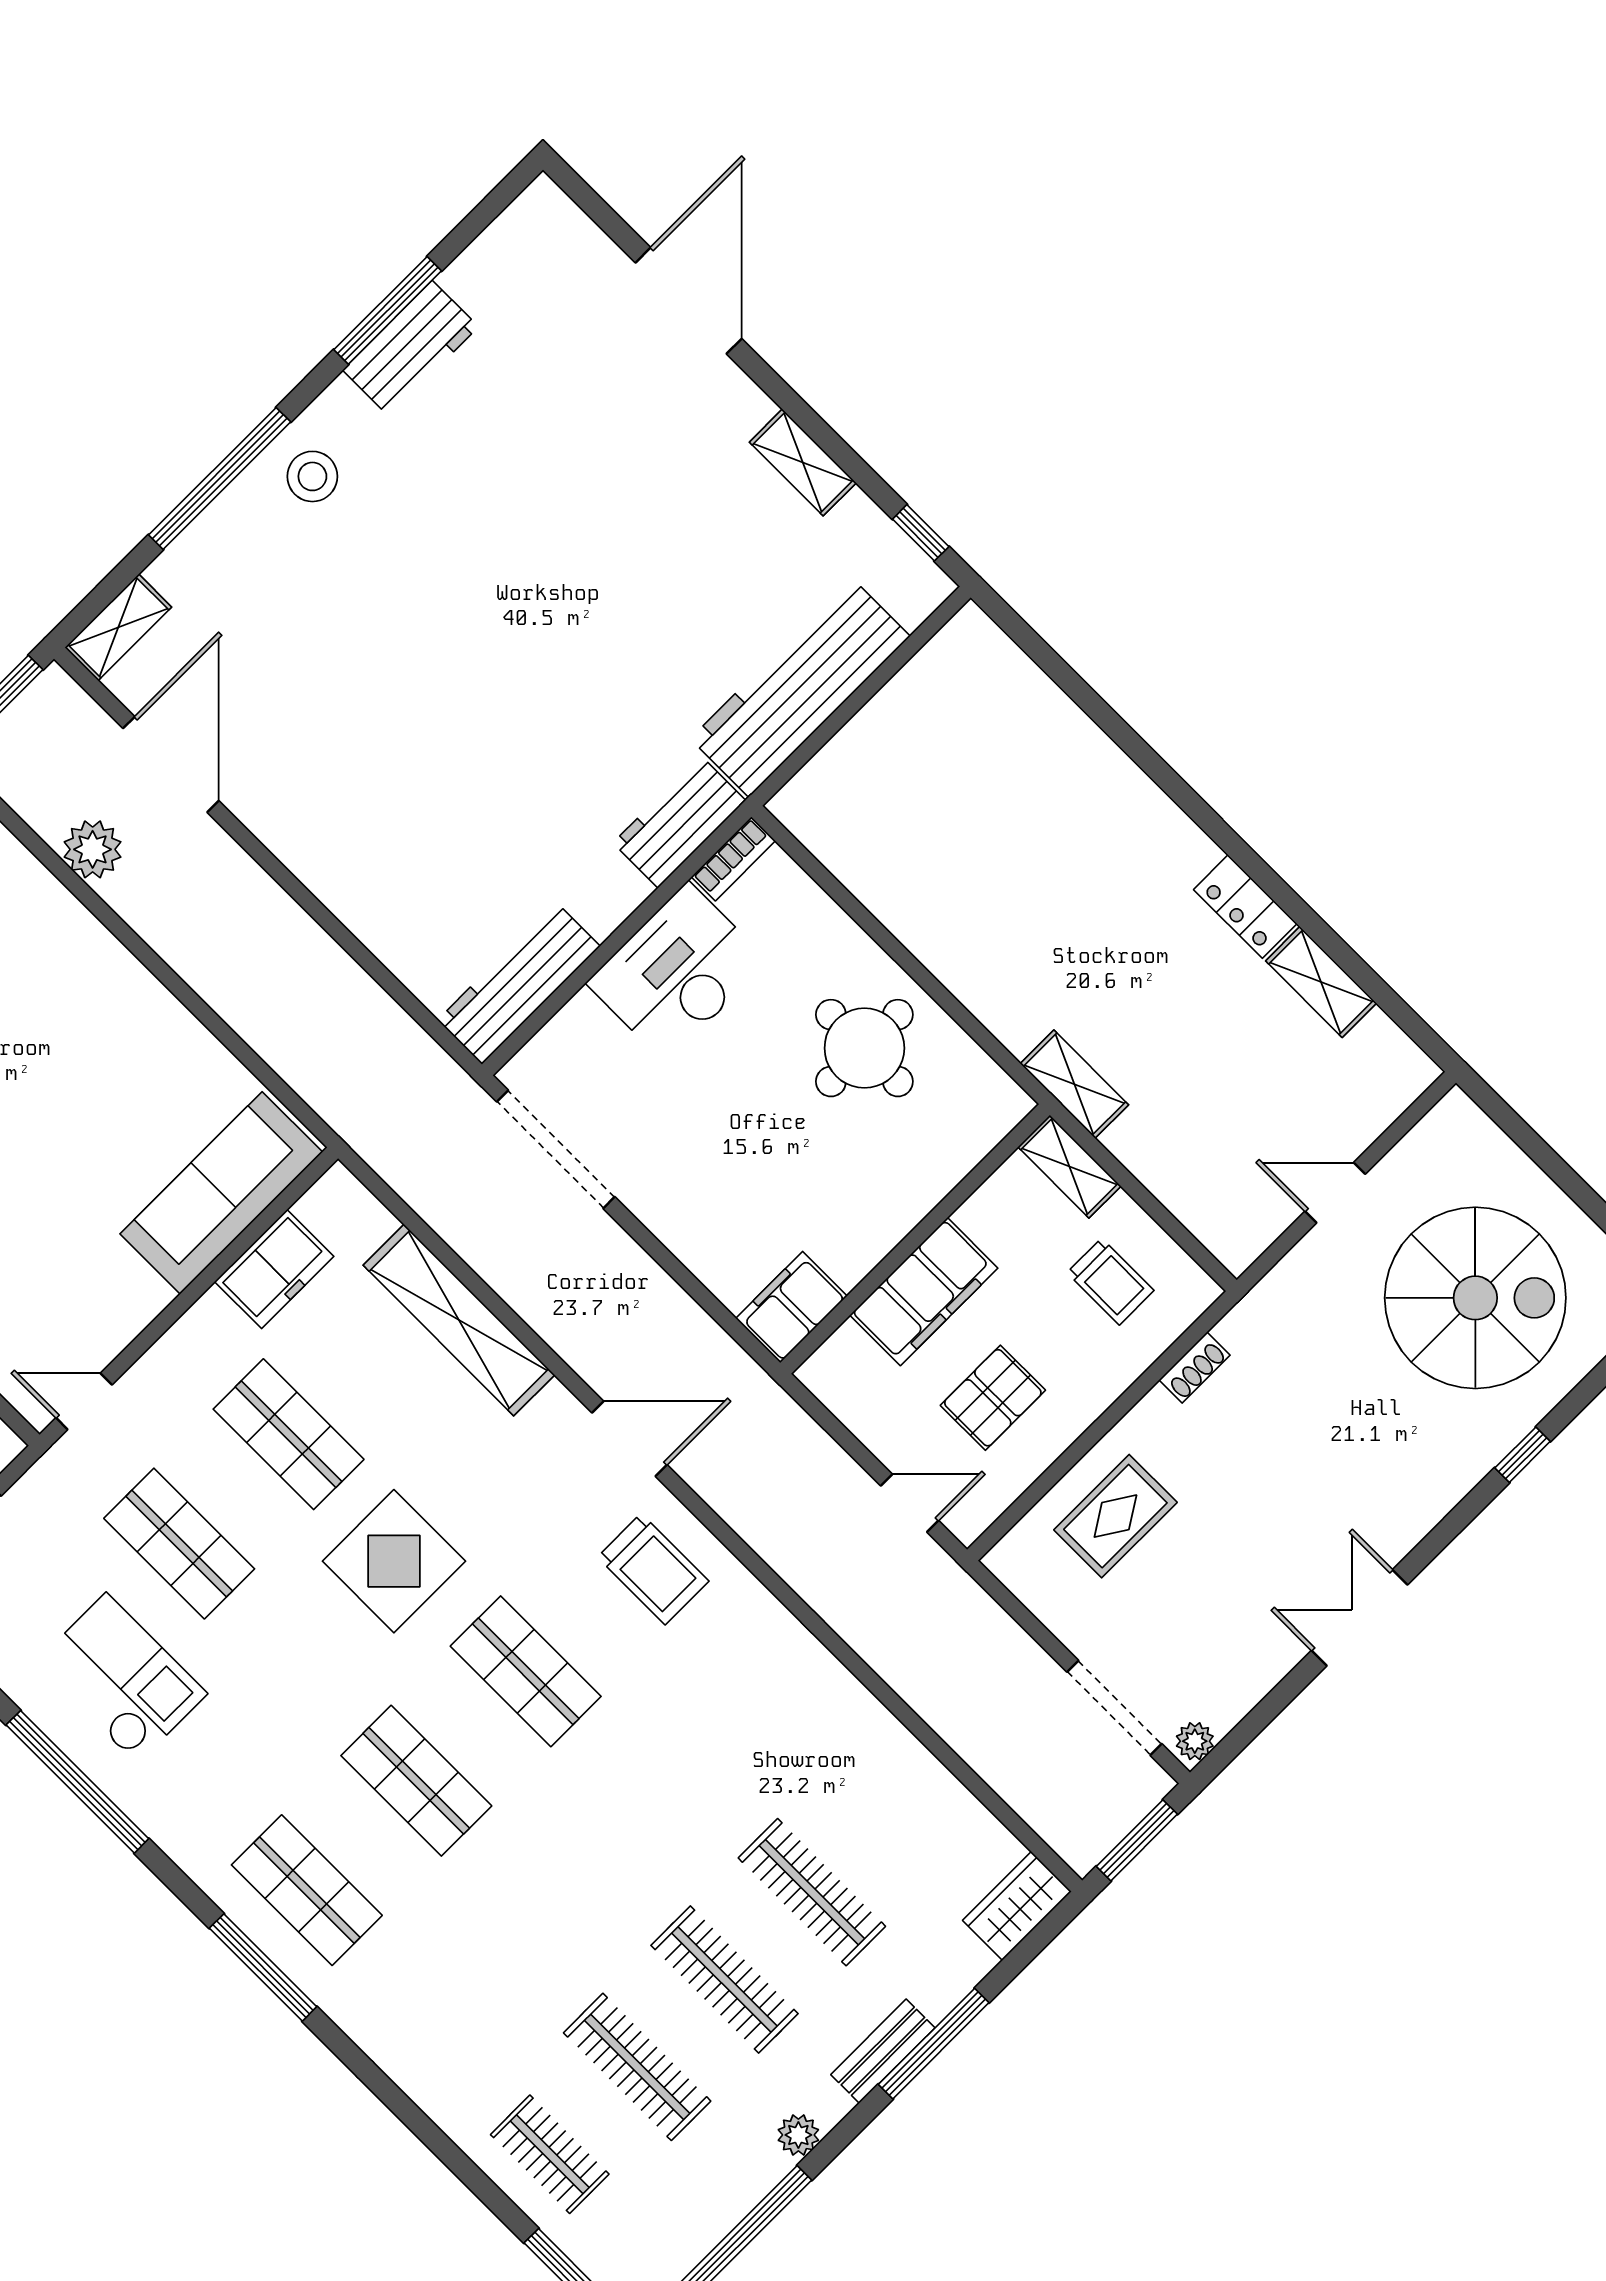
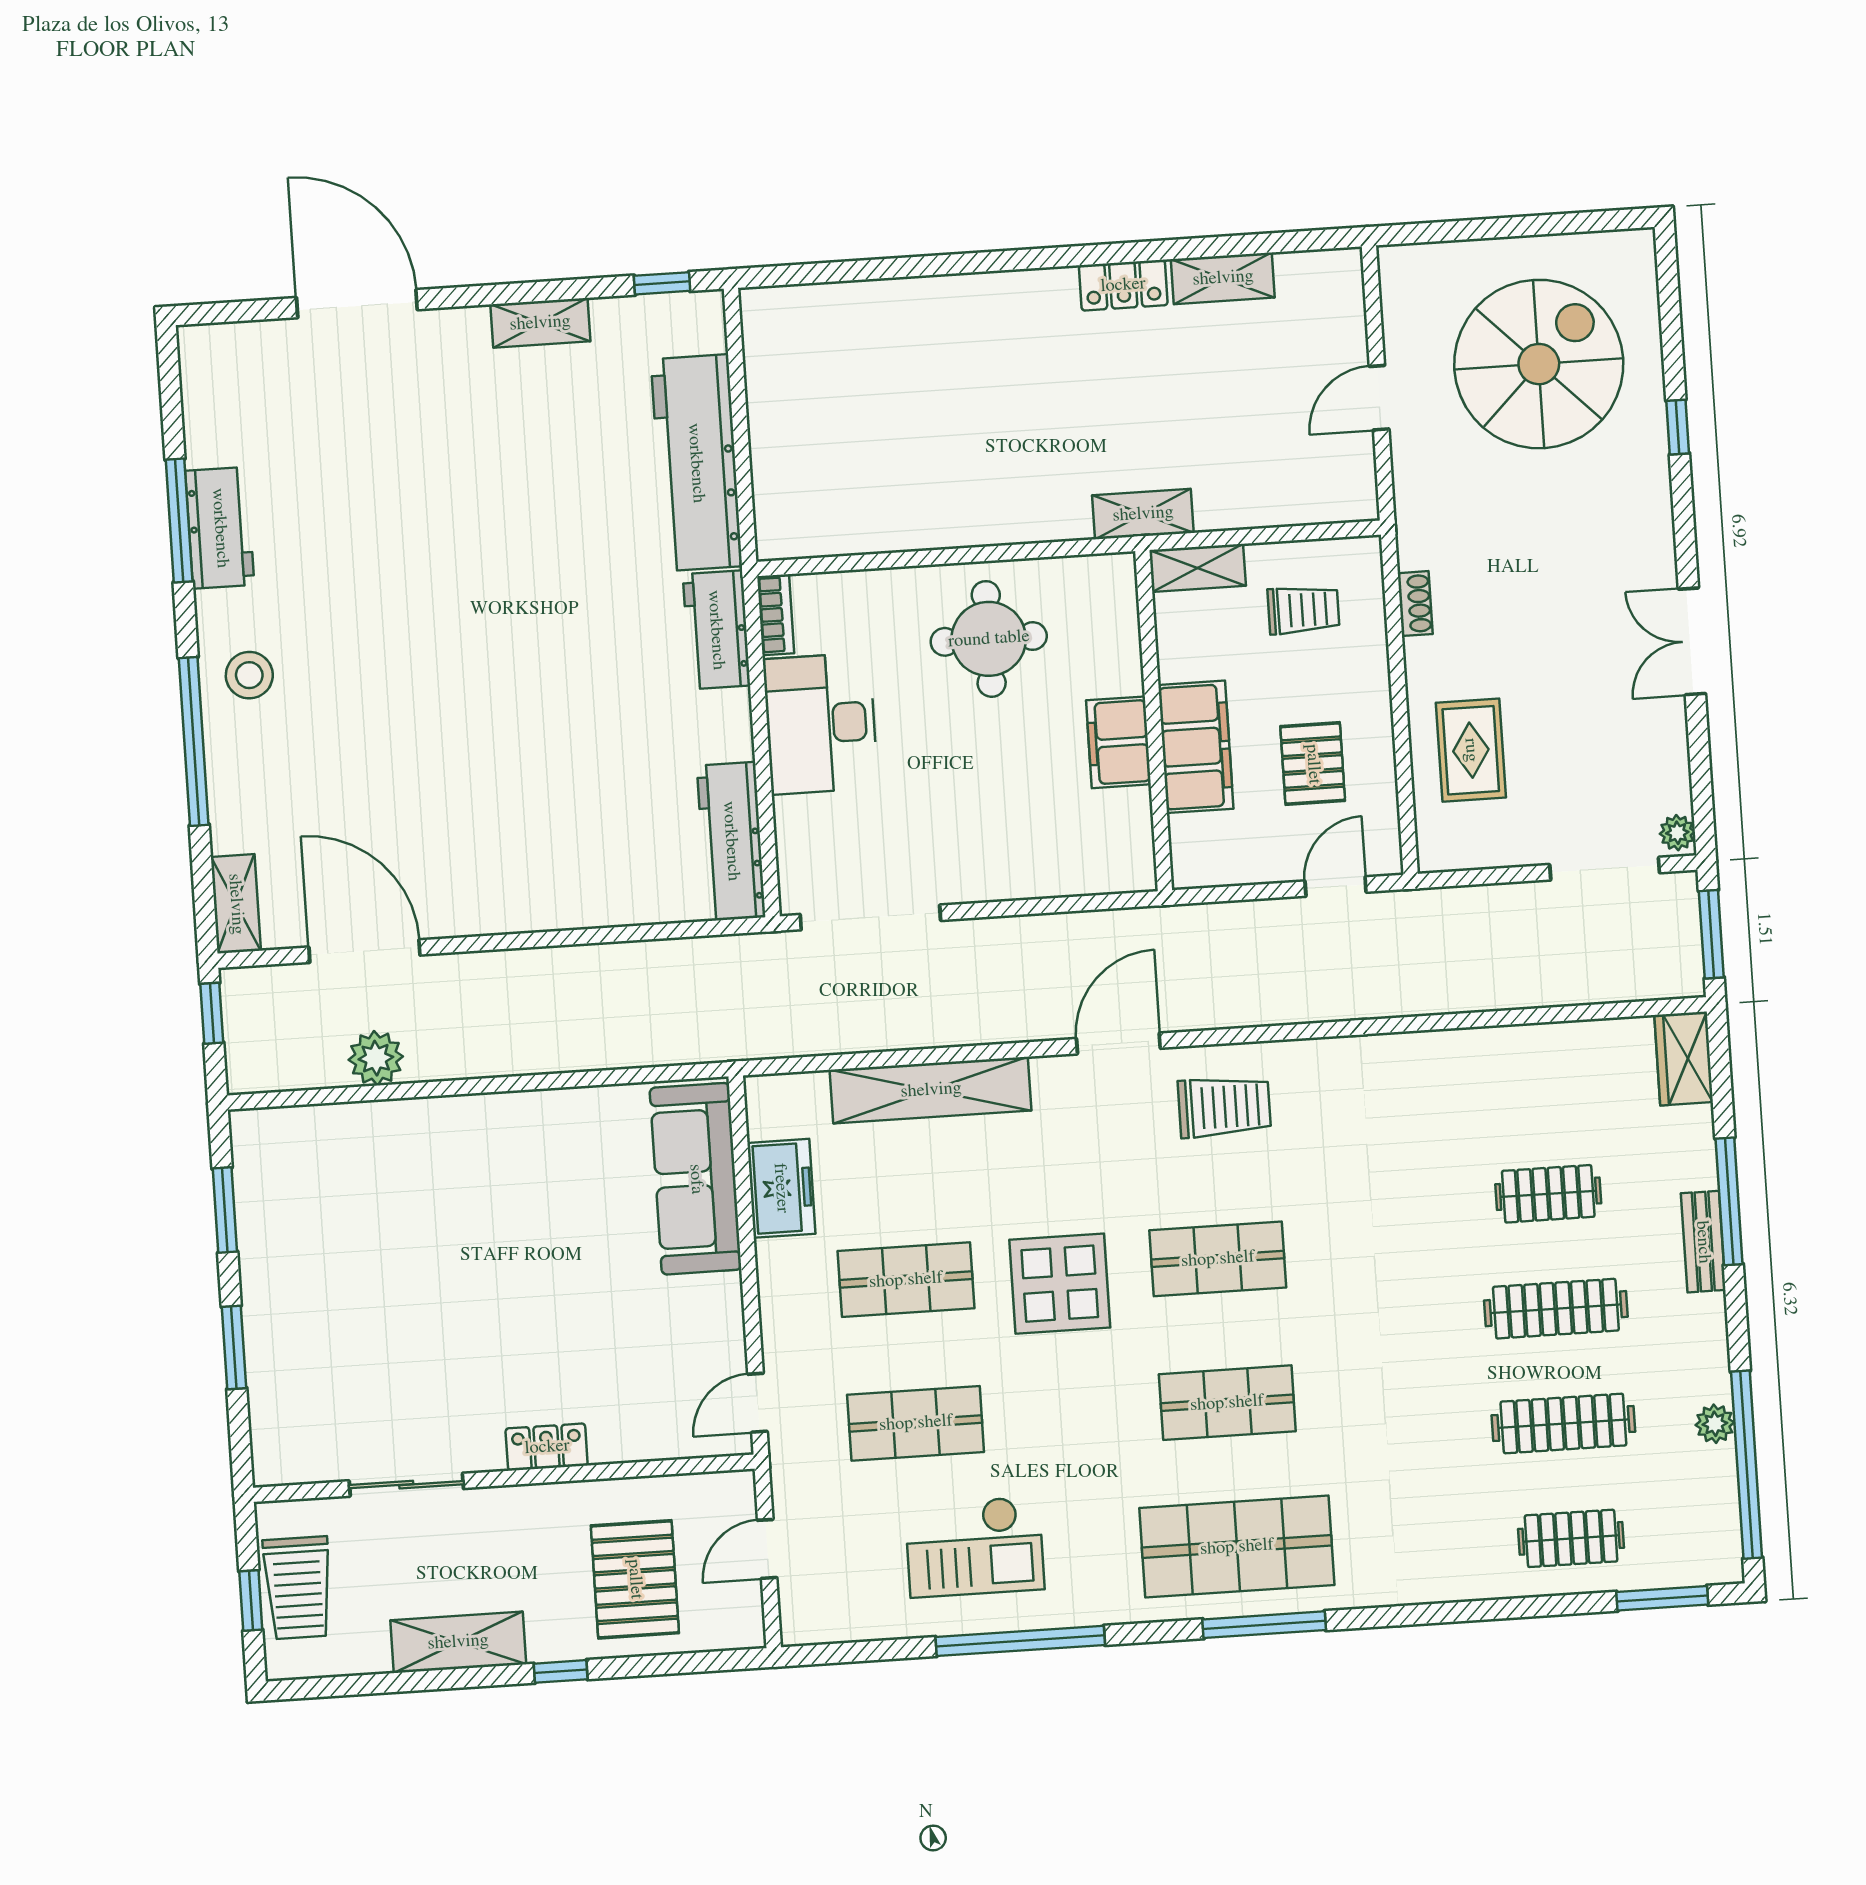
filing cabinet: (791, 1307) -> (1118, 742), moved
checkout: (121, 1678) -> (975, 1547), turned 180
shop shelf: (307, 1890) -> (1237, 1547), width x1.43, depth x1.36
clothes rail: (812, 1892) -> (1548, 1194), width x0.73
plant: (798, 2135) -> (1715, 1424), moved

